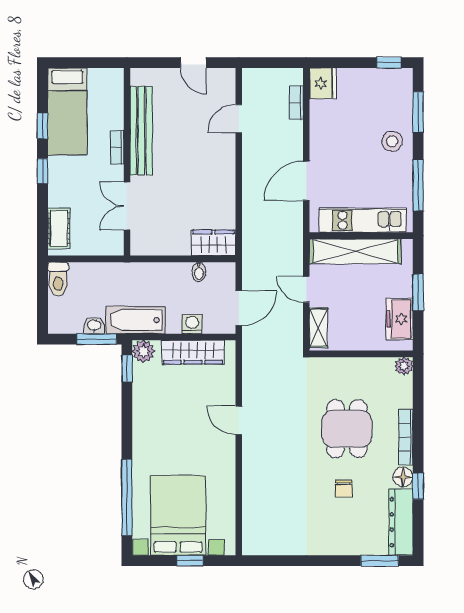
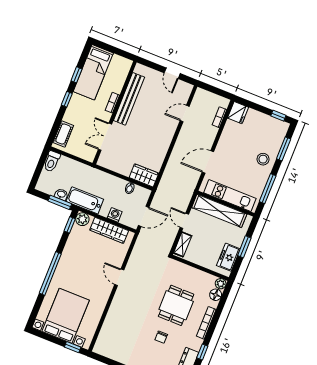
floor lamp: (403, 477) -> (216, 295), moved
window: (127, 498) -> (50, 273), moved
window: (190, 561) -> (73, 347), moved

